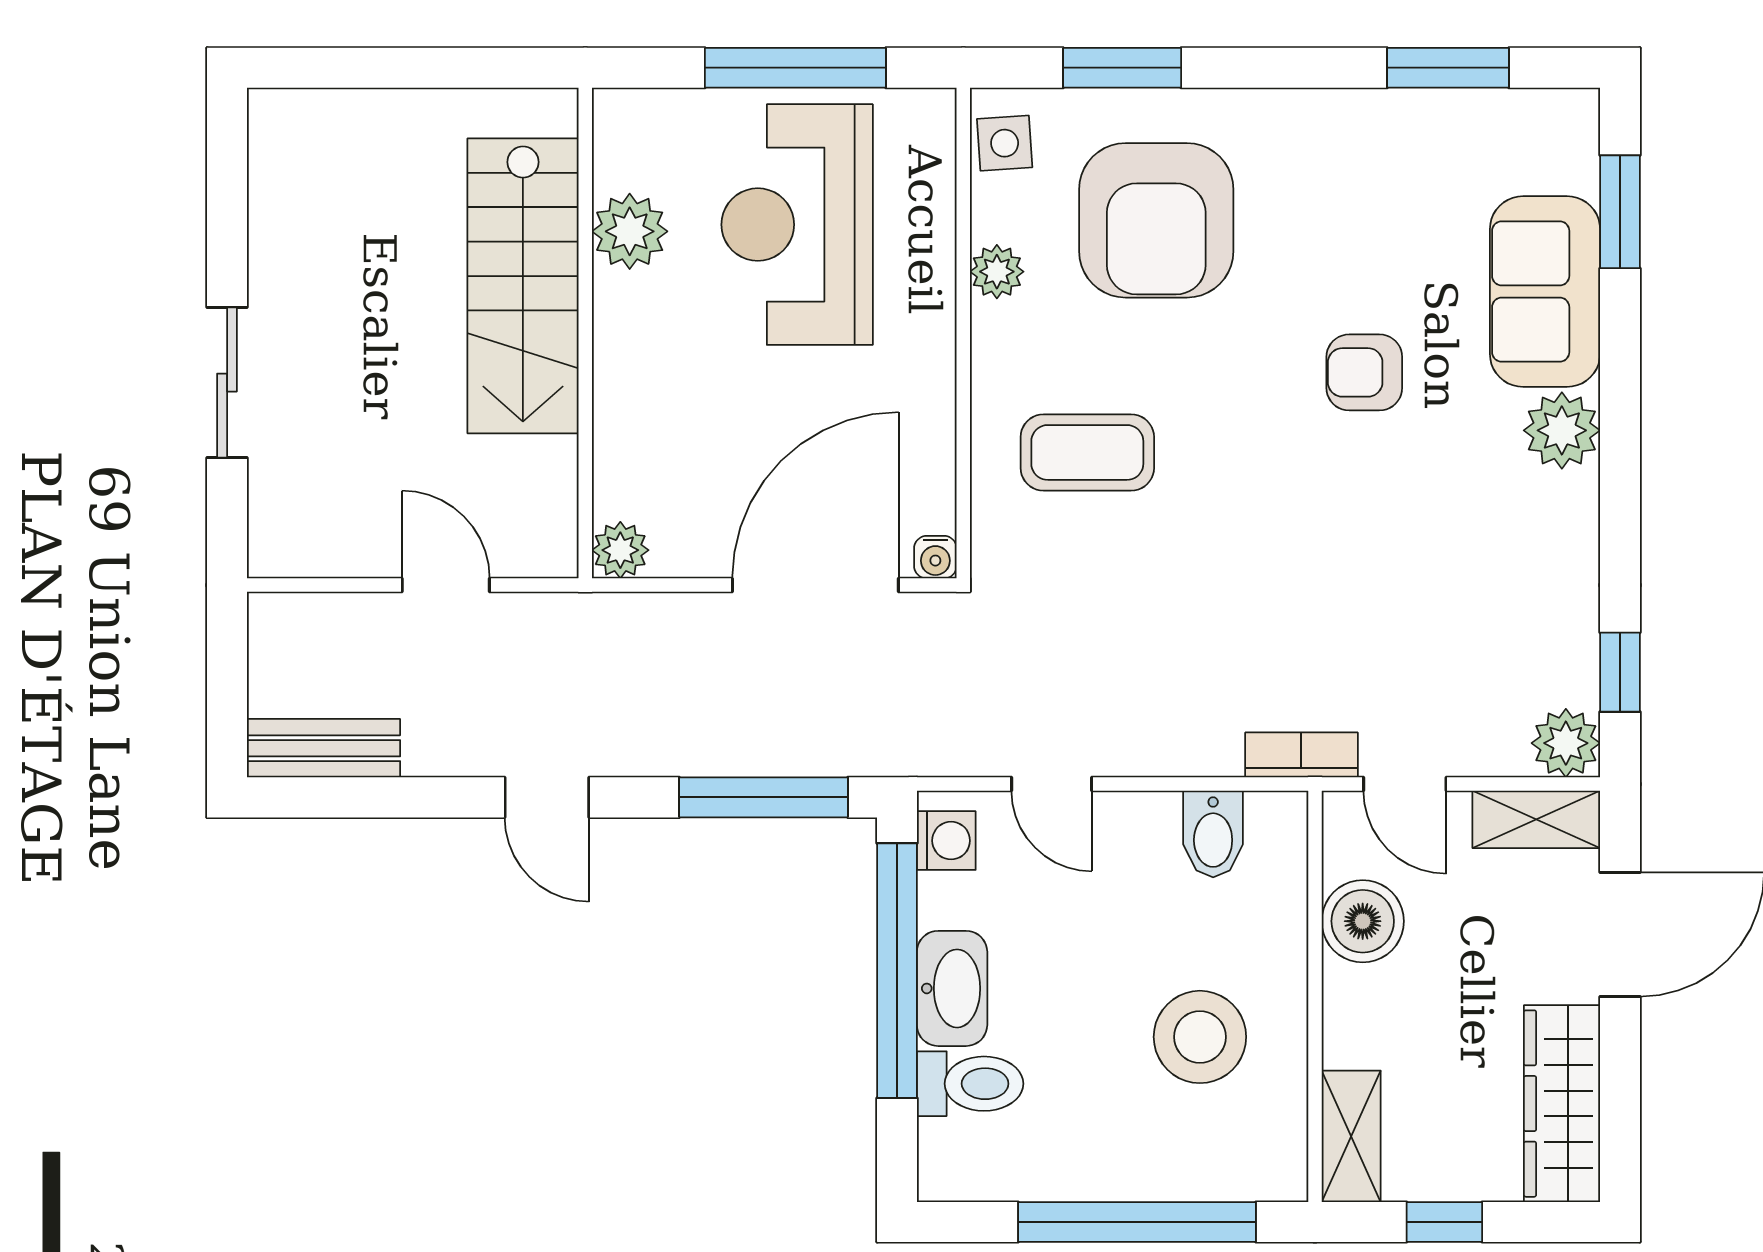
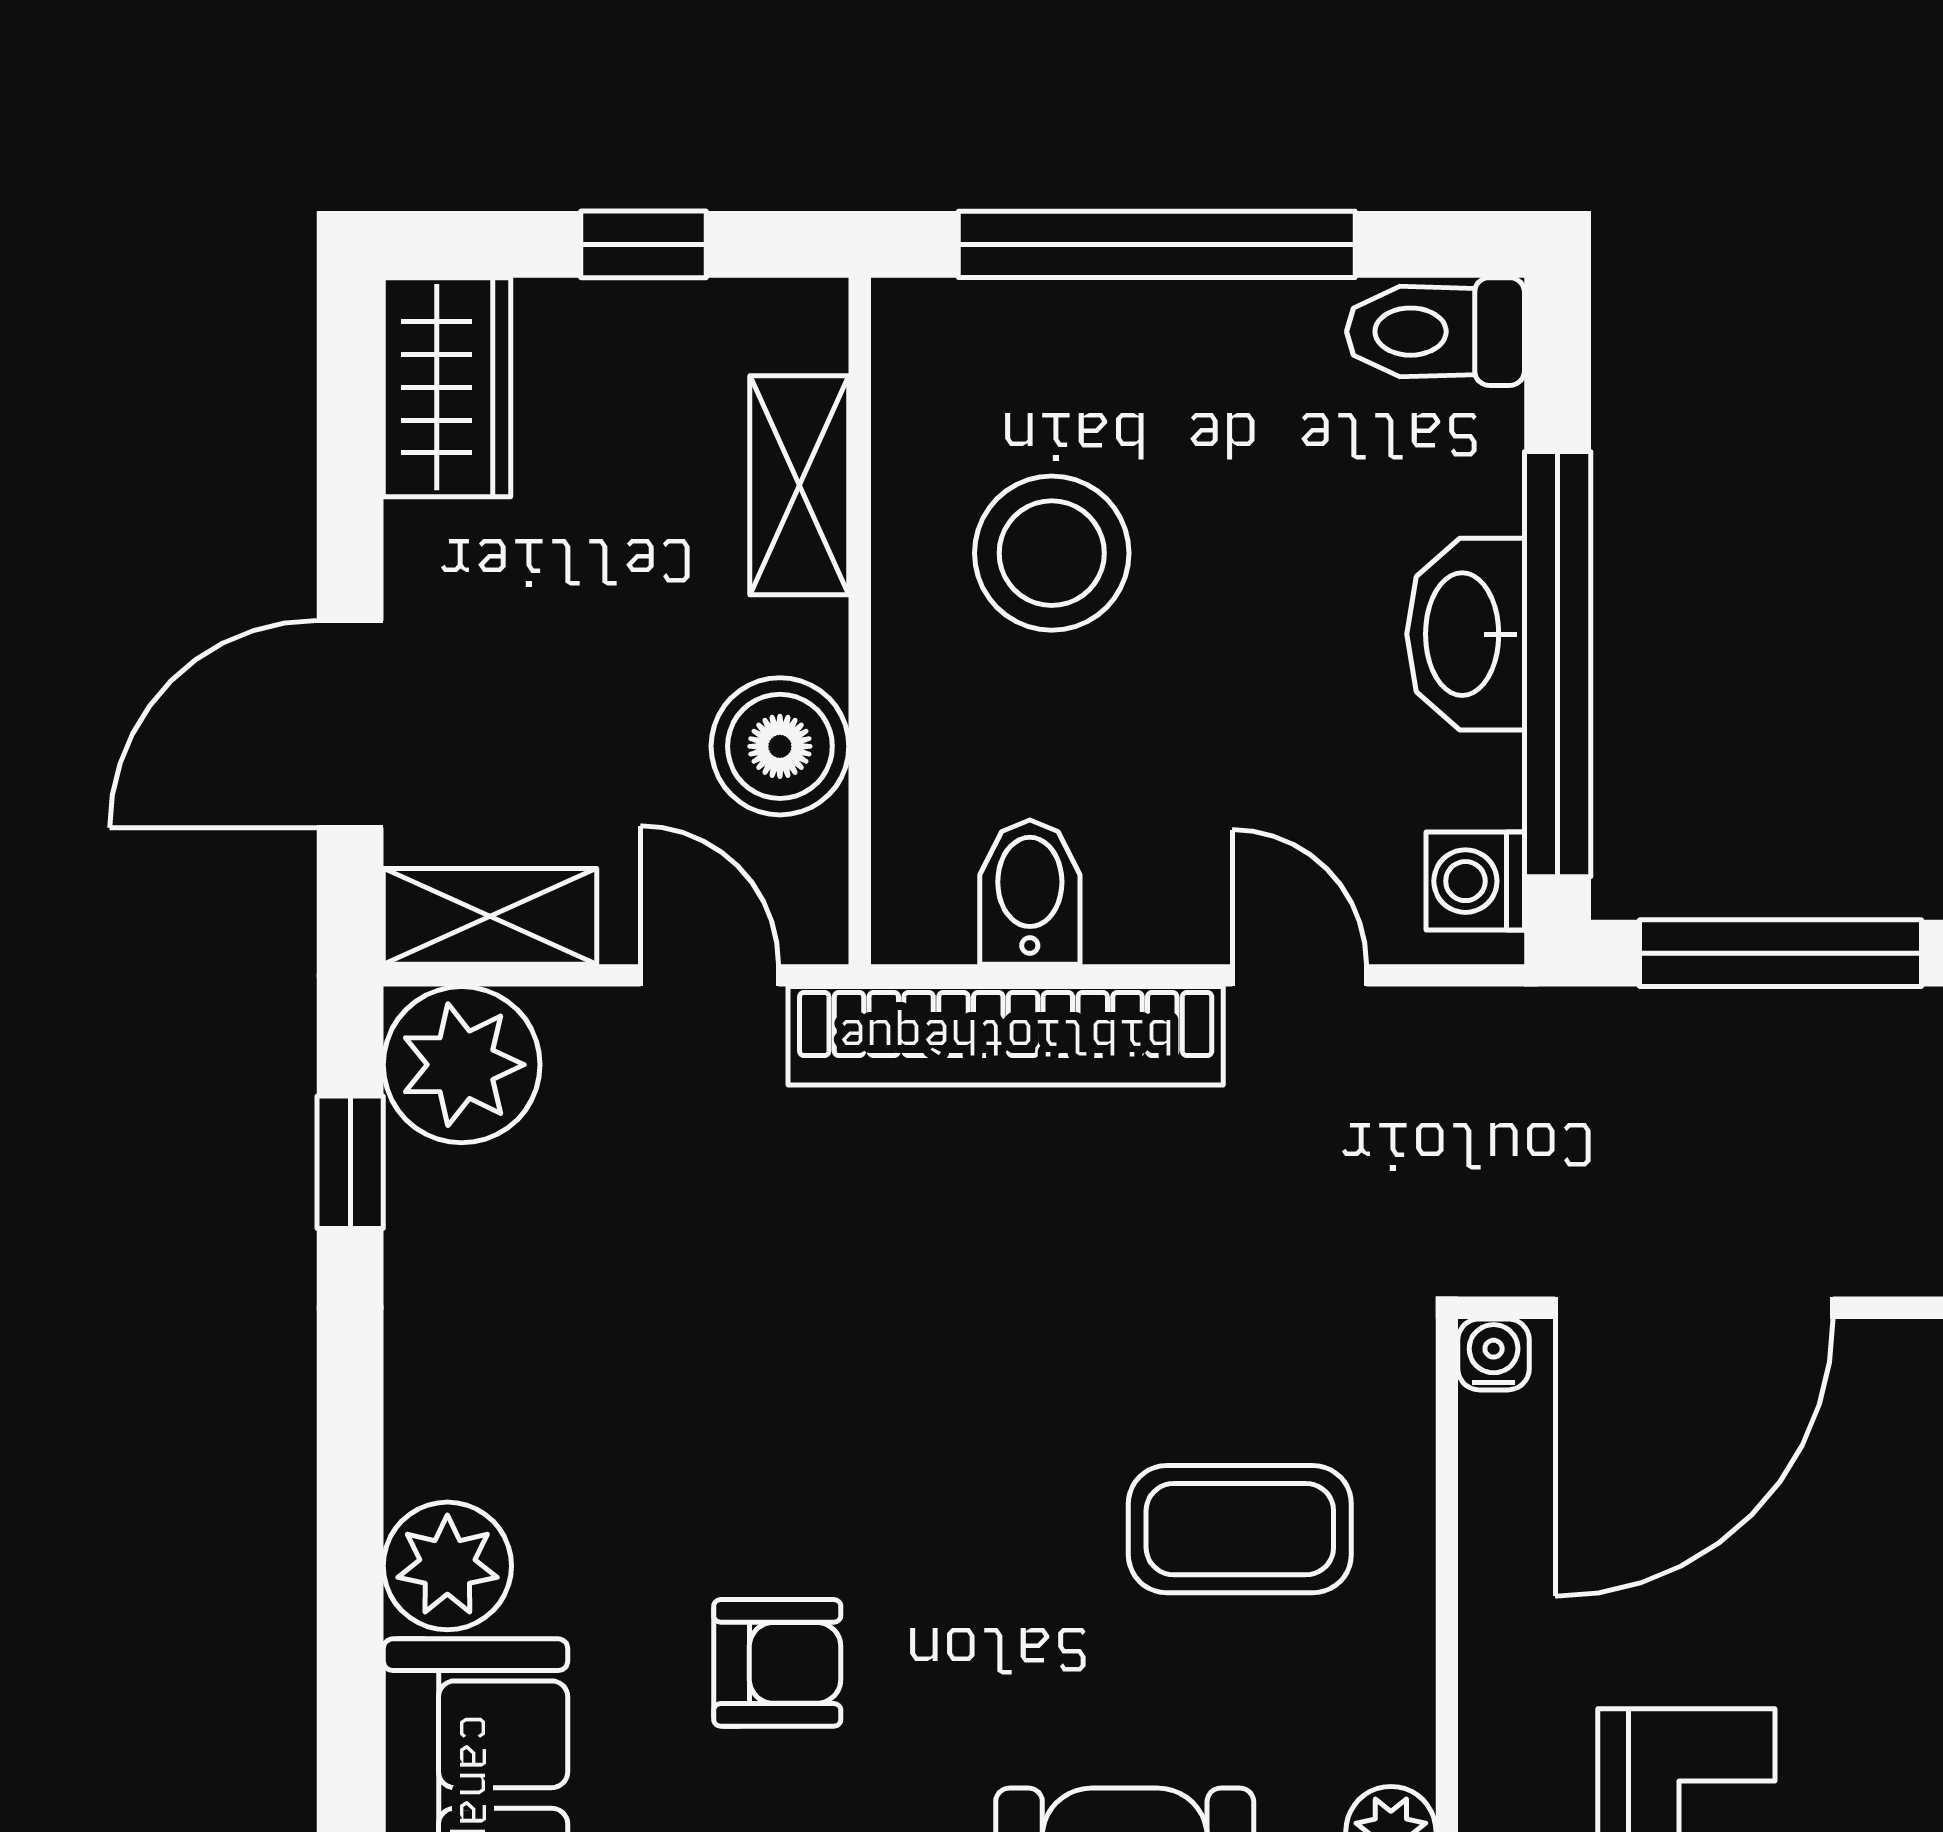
plant: (1566, 743) -> (462, 1065), width x1.36, depth x1.36
bookcase: (1301, 755) -> (1006, 1036), width x2.31, depth x1.31
toilet: (970, 1084) -> (1435, 332), moved
wardrobe: (1562, 1104) -> (447, 387), width x0.67
shelving: (1351, 1136) -> (799, 485), moved

